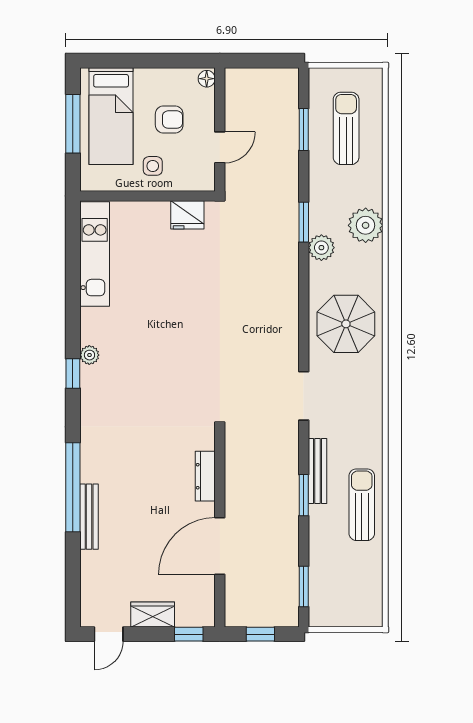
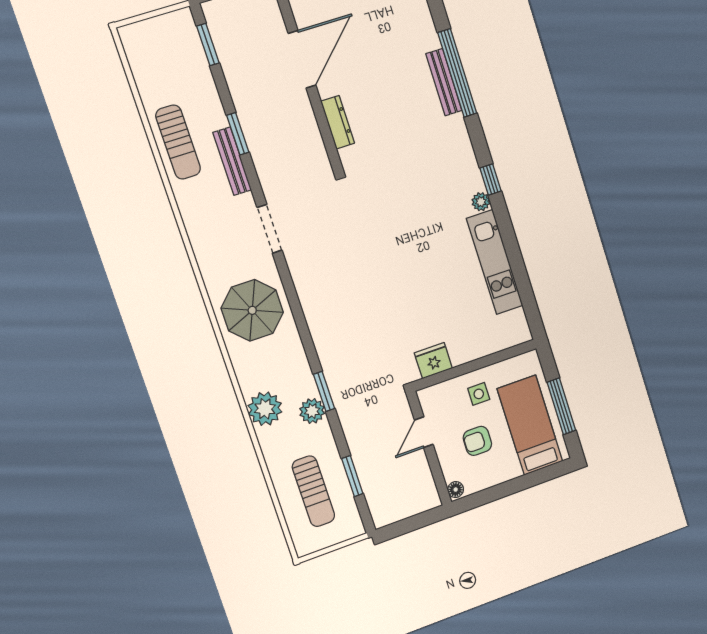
plant: (321, 248) -> (312, 411), moved
kitchen unit: (95, 254) -> (495, 262), moved
bench: (89, 517) -> (444, 82), moved

